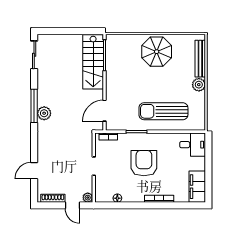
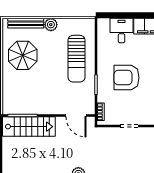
parasol: (157, 52) -> (23, 55), moved
desk: (193, 145) -> (122, 31), moved

